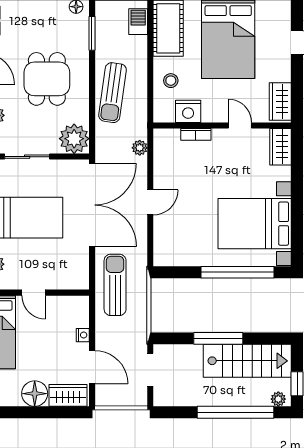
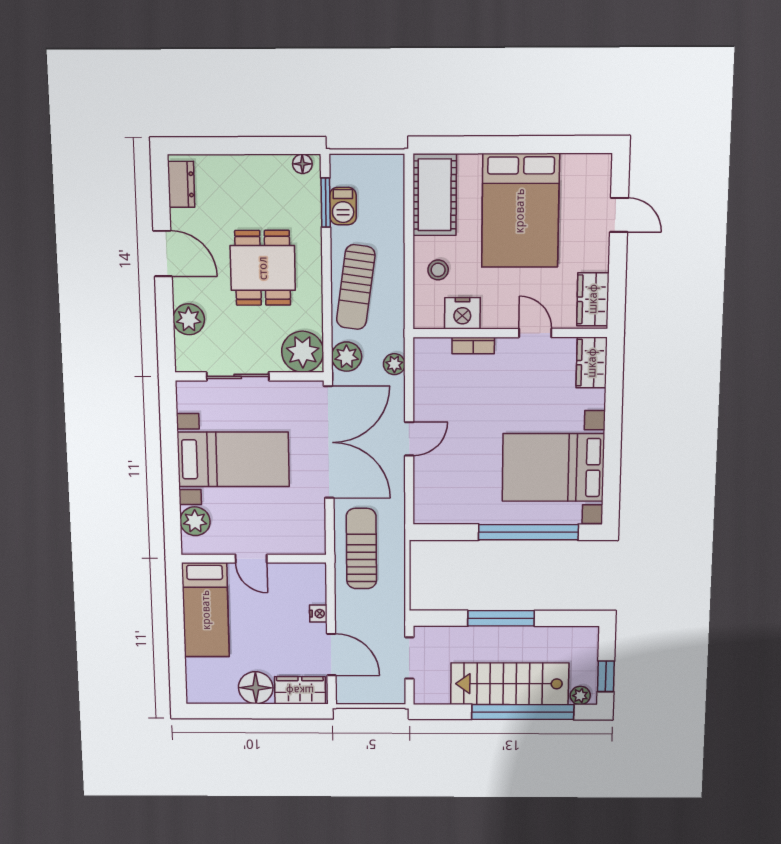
barbecue: (138, 22) -> (343, 206), moved, turned 180
plant: (106, 142) -> (347, 357), added
stairs: (247, 361) -> (510, 684), moved, turned 180

